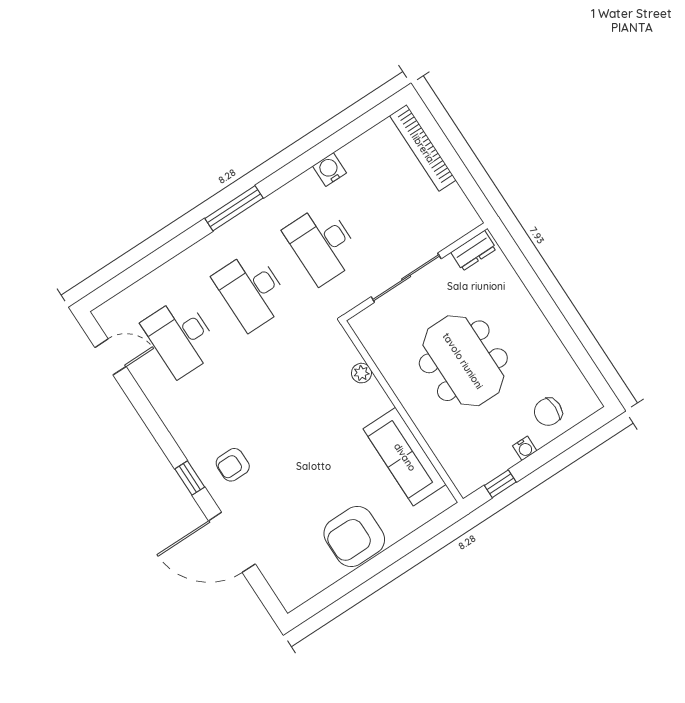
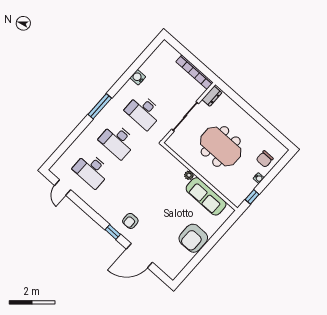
bookcase: (423, 148) -> (195, 72), moved
door: (110, 357) -> (63, 188), swing flipped
plant: (361, 373) -> (189, 175), moved

